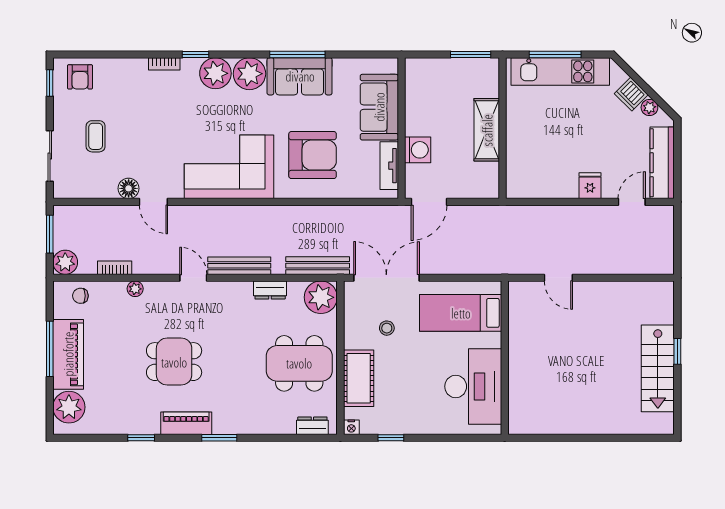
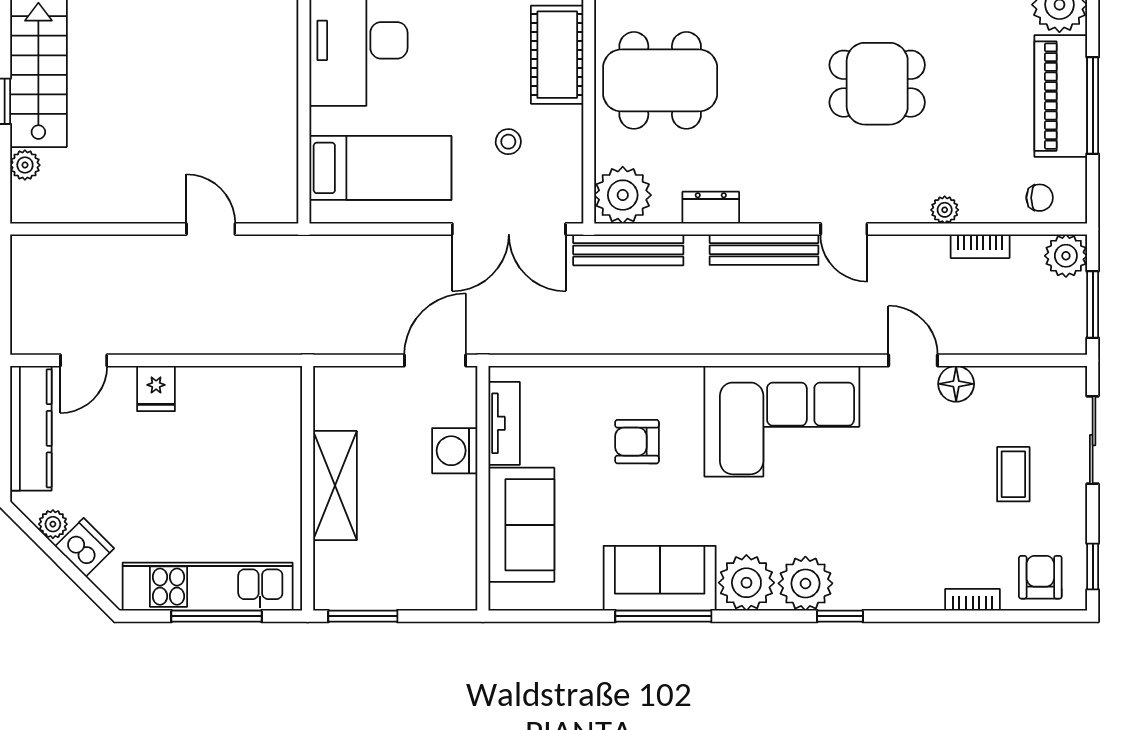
bookcase: (164, 64) -> (973, 600), moved
armchair: (313, 155) -> (637, 442), width x0.53, depth x0.53
plant: (666, 315) -> (25, 165), added

